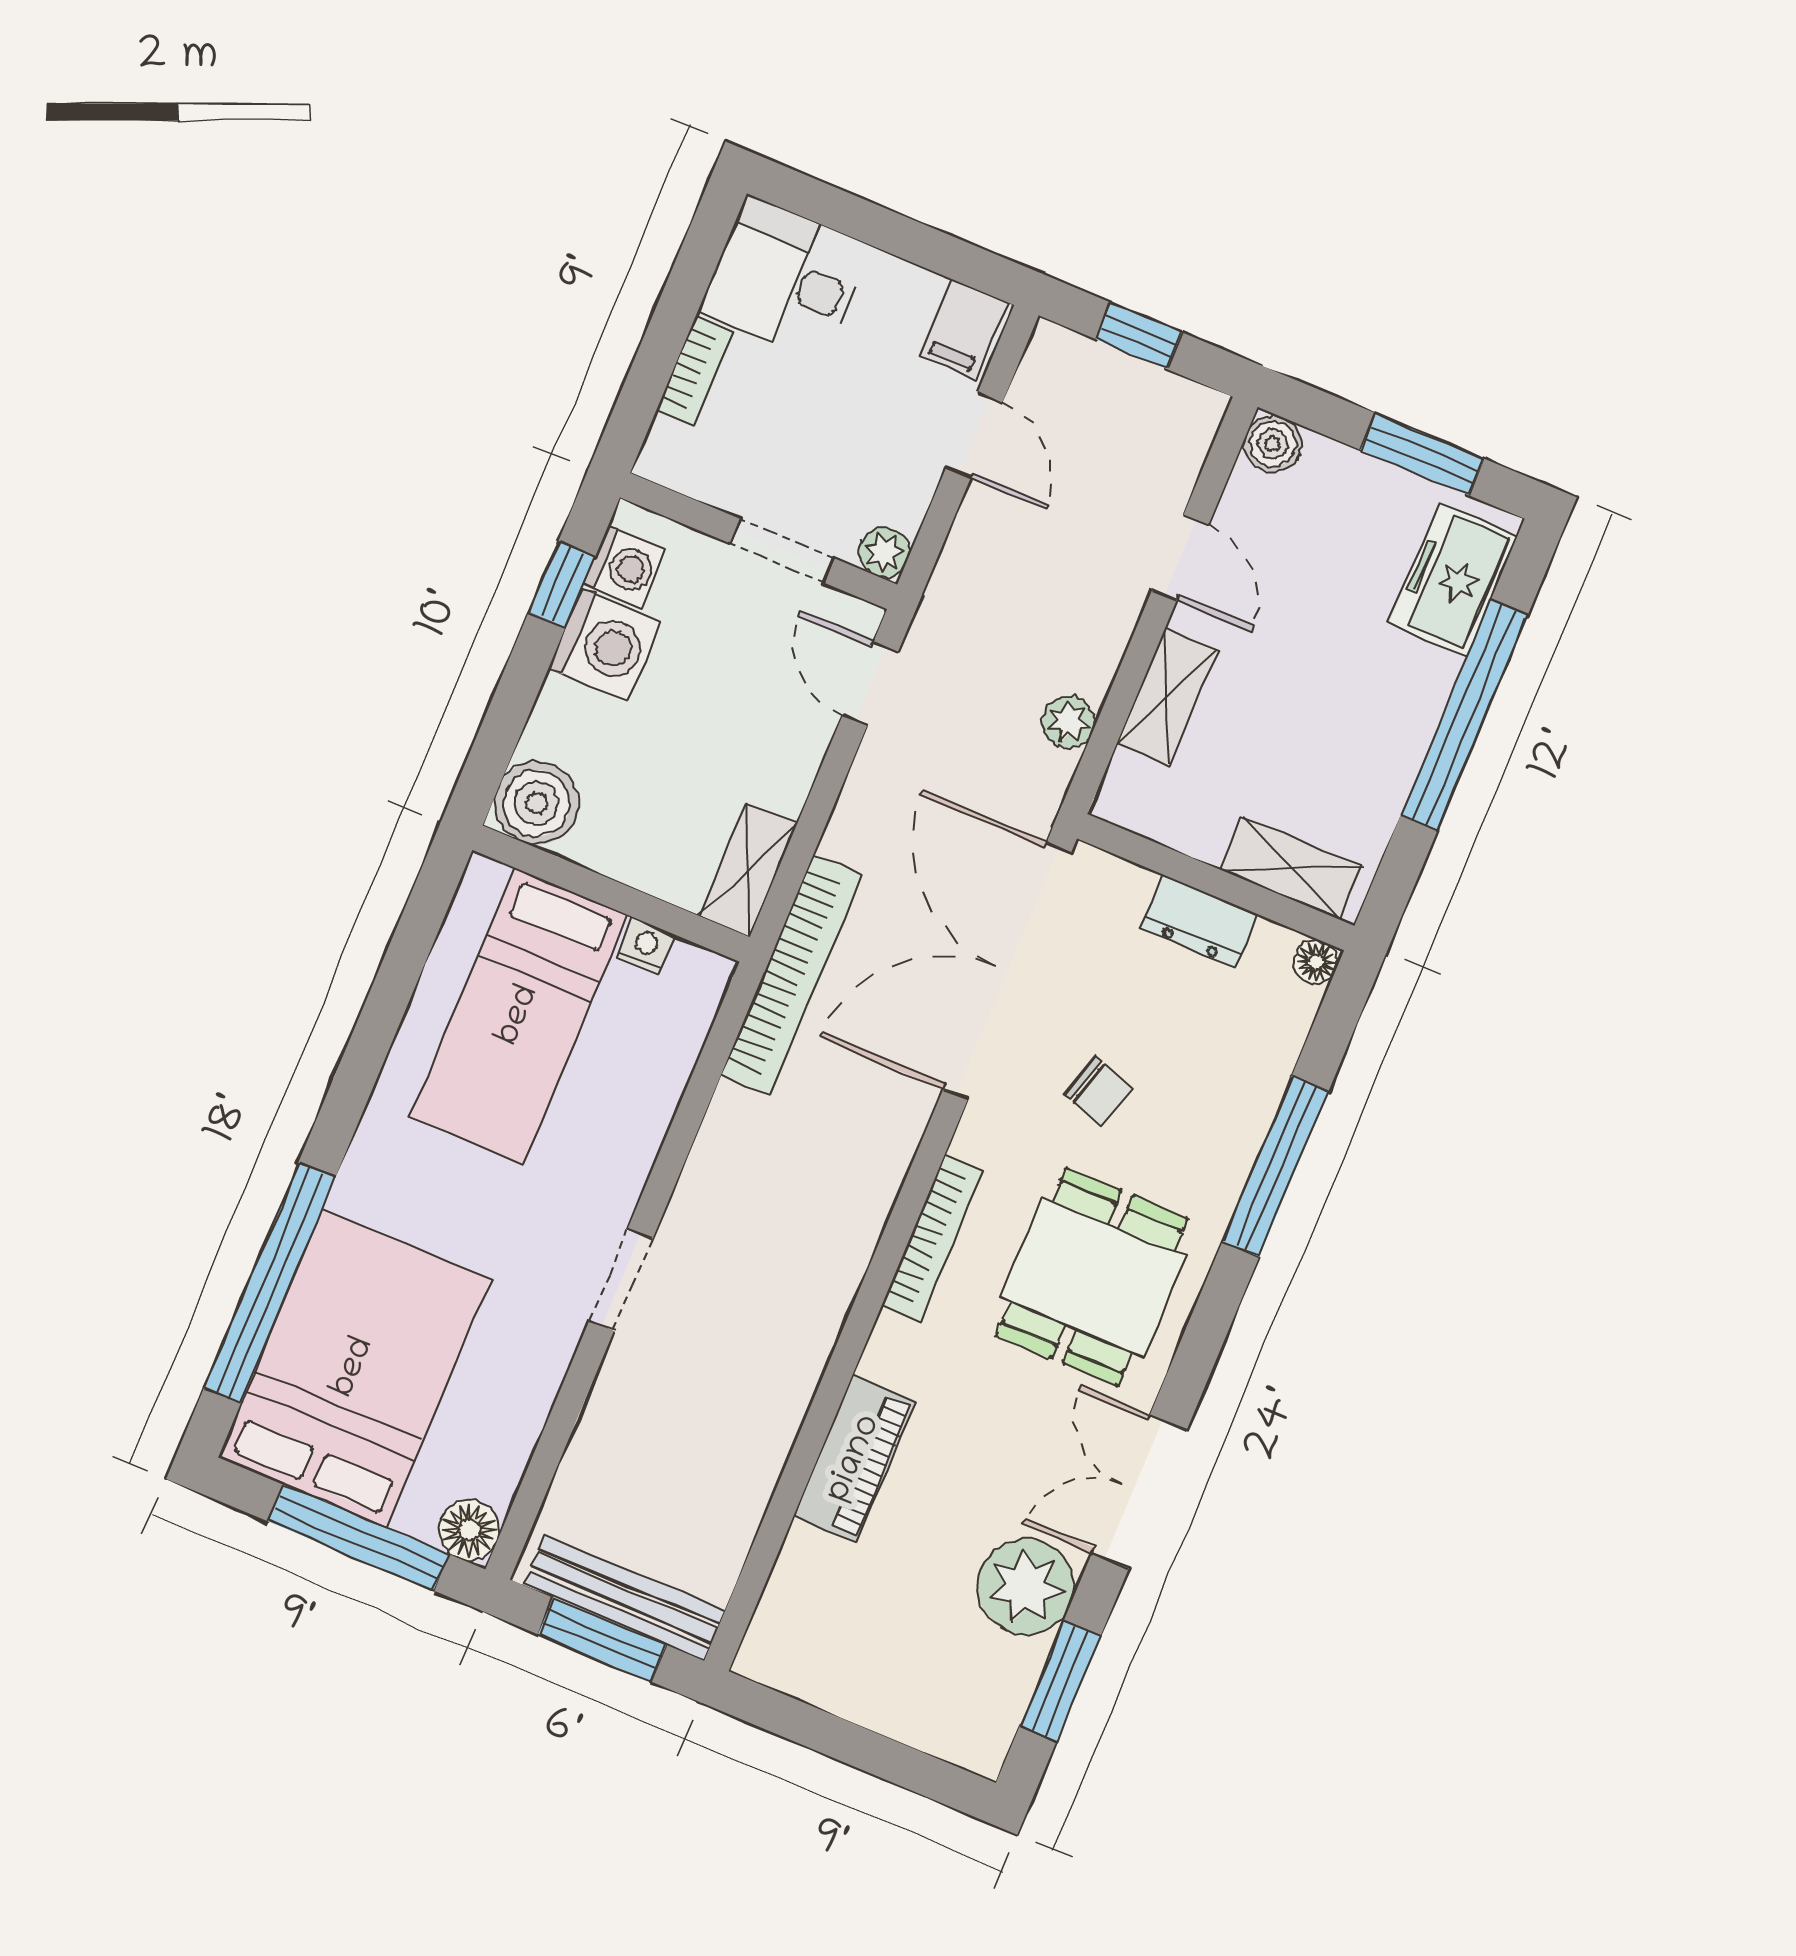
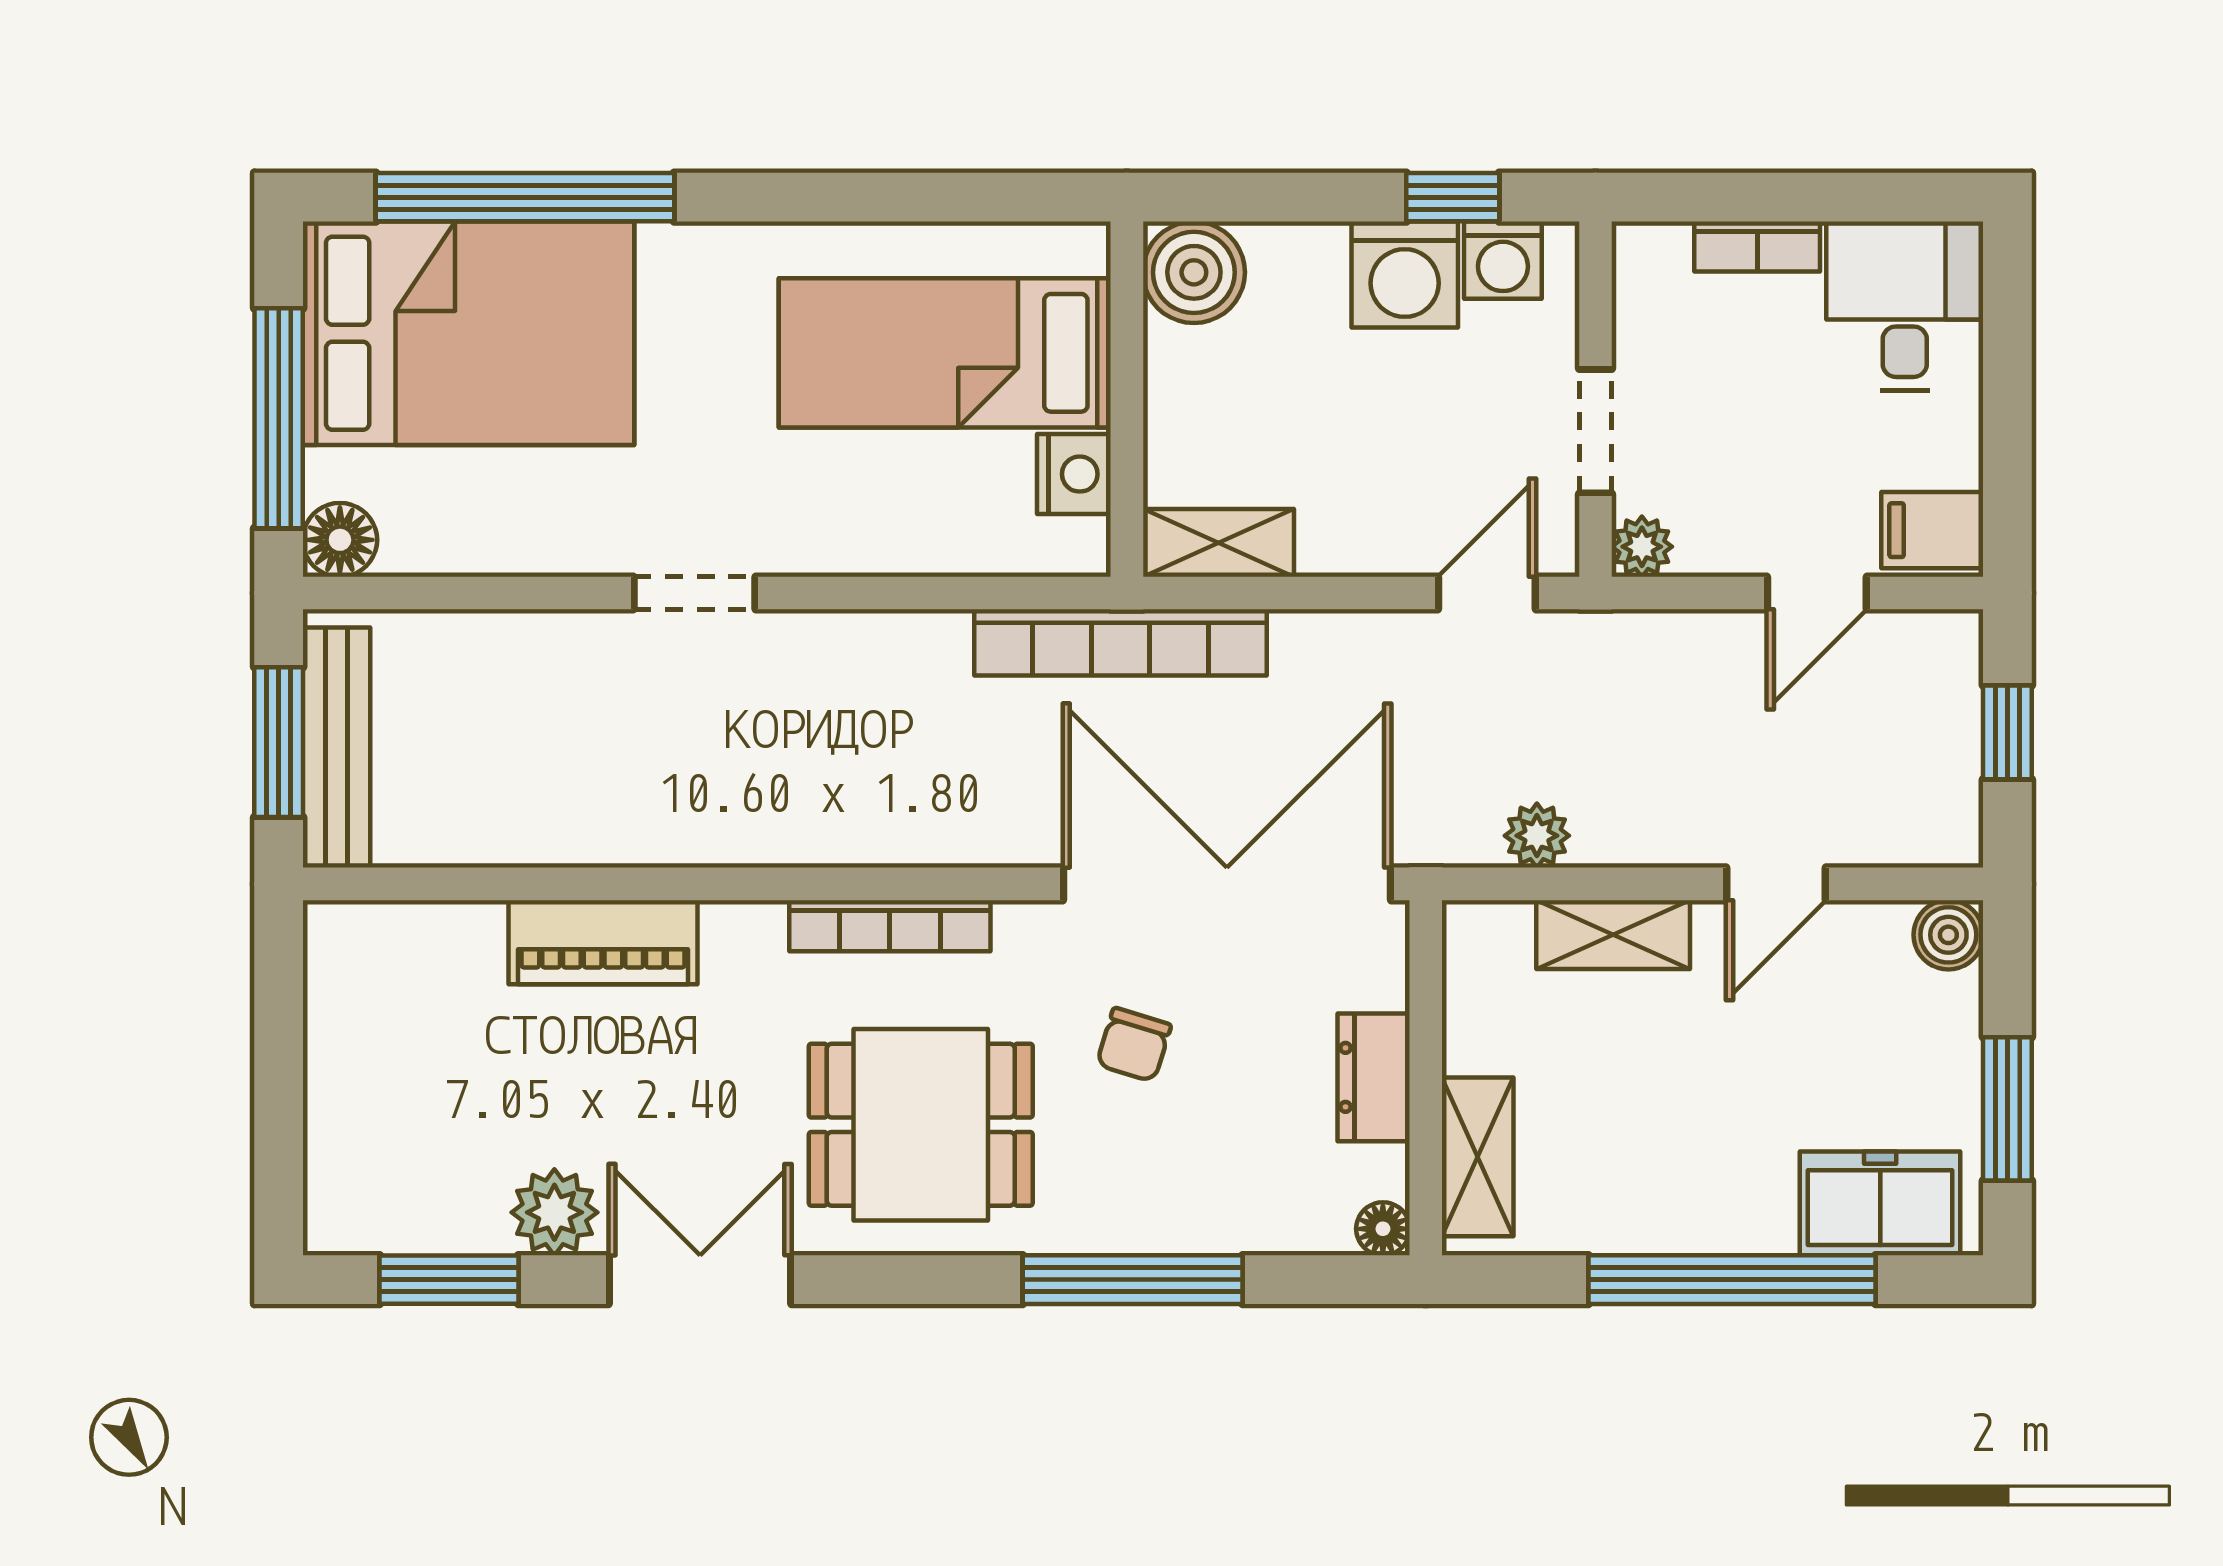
nightstand: (645, 946) -> (1074, 474), width x1.39, depth x1.35
plant: (1026, 1587) -> (554, 1212), width x0.73, depth x0.73

